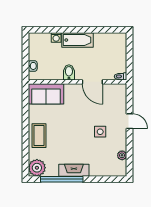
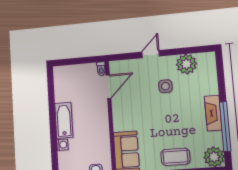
bidet: (69, 72) -> (100, 127), removed
door: (92, 82) -> (108, 87), moved
plant: (122, 155) -> (186, 64), width x1.88, depth x1.88

